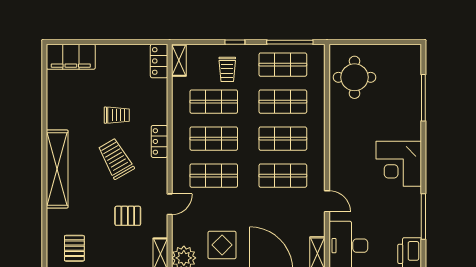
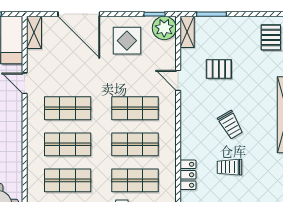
locker: (159, 141) -> (188, 175), moved
trolley: (116, 159) -> (230, 125), width x0.73, depth x0.72
door: (170, 204) -> (178, 80), hinge flipped

